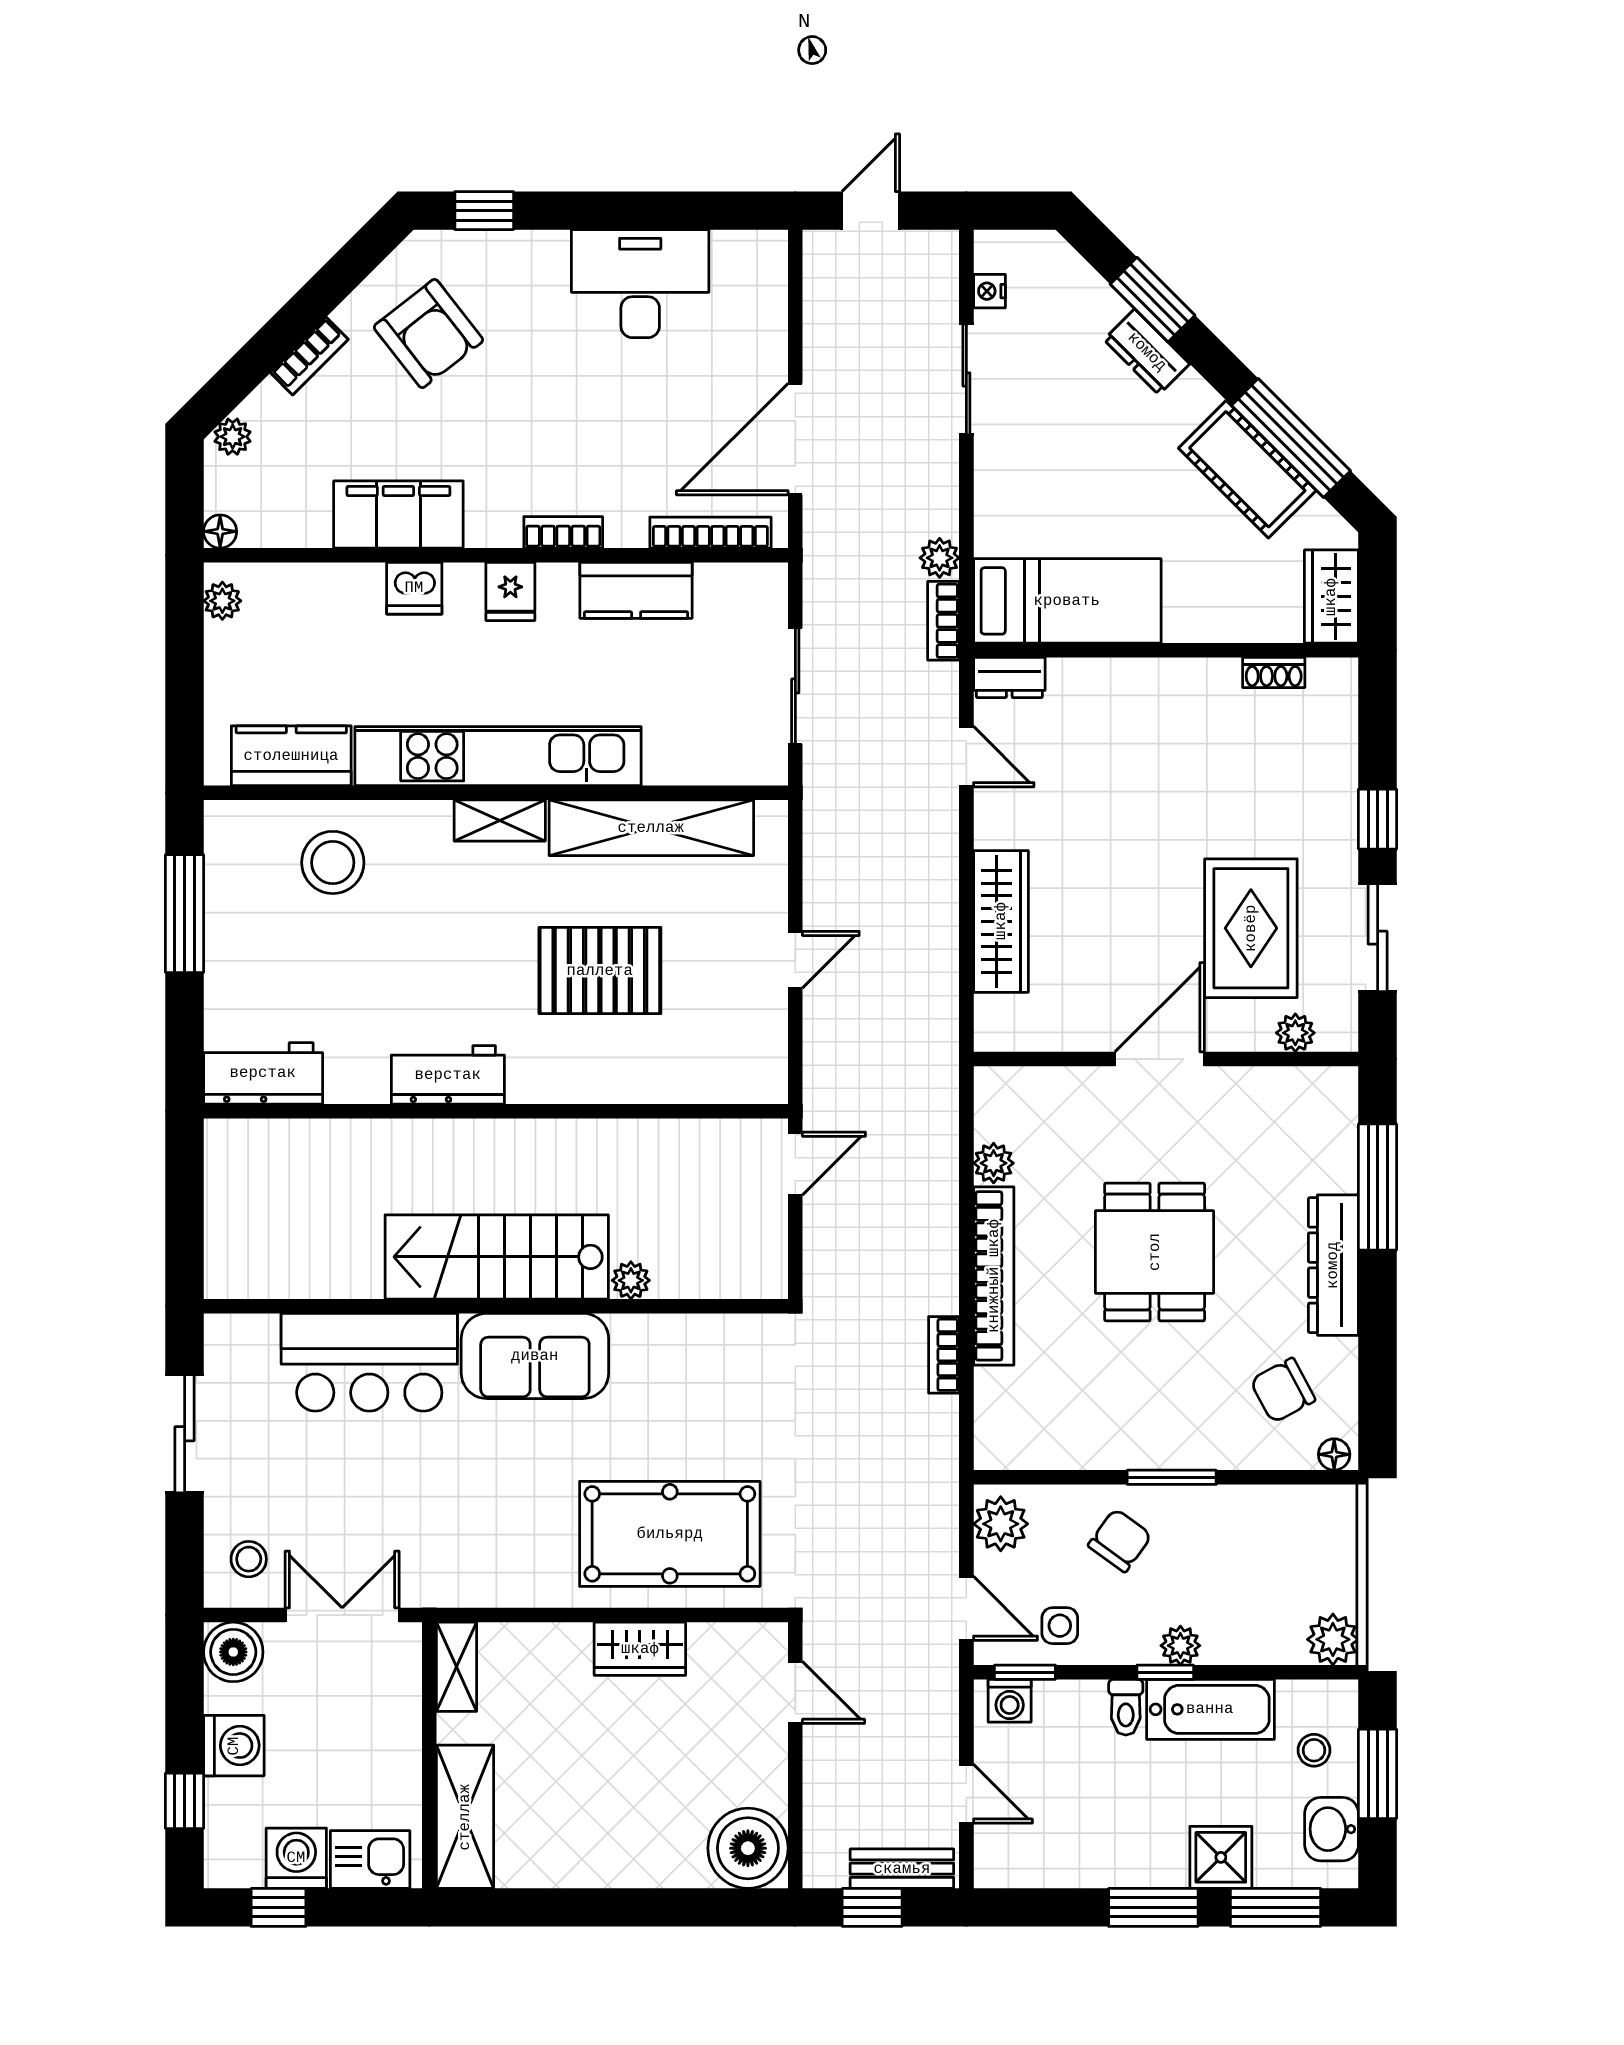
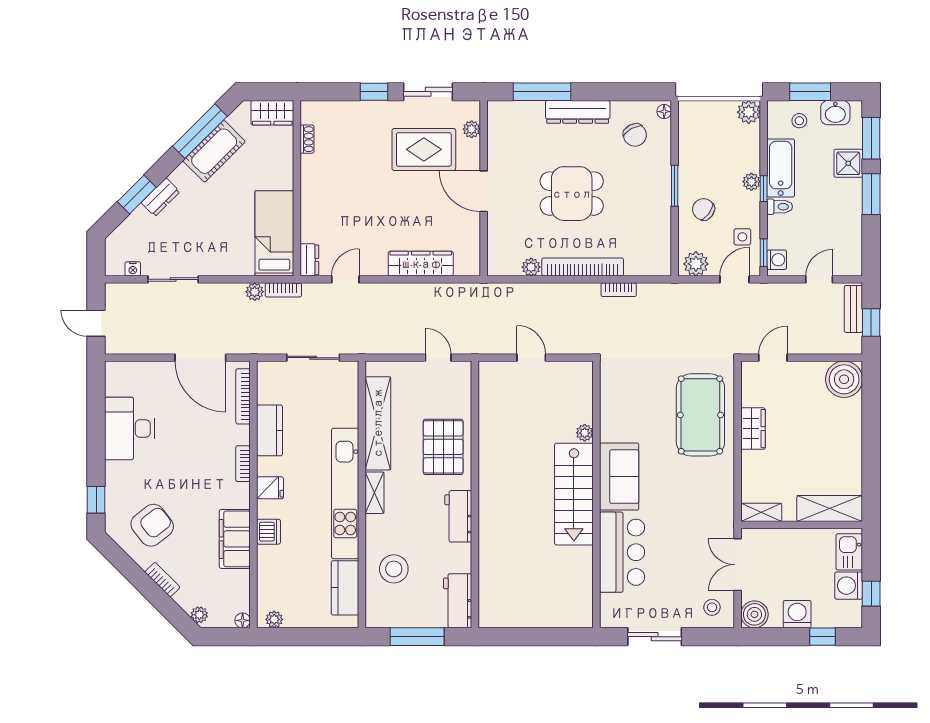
workbench: (263, 1073) -> (458, 601), moved
workbench: (448, 1075) -> (458, 516), moved
wall: (496, 1111) -> (475, 494), moved

